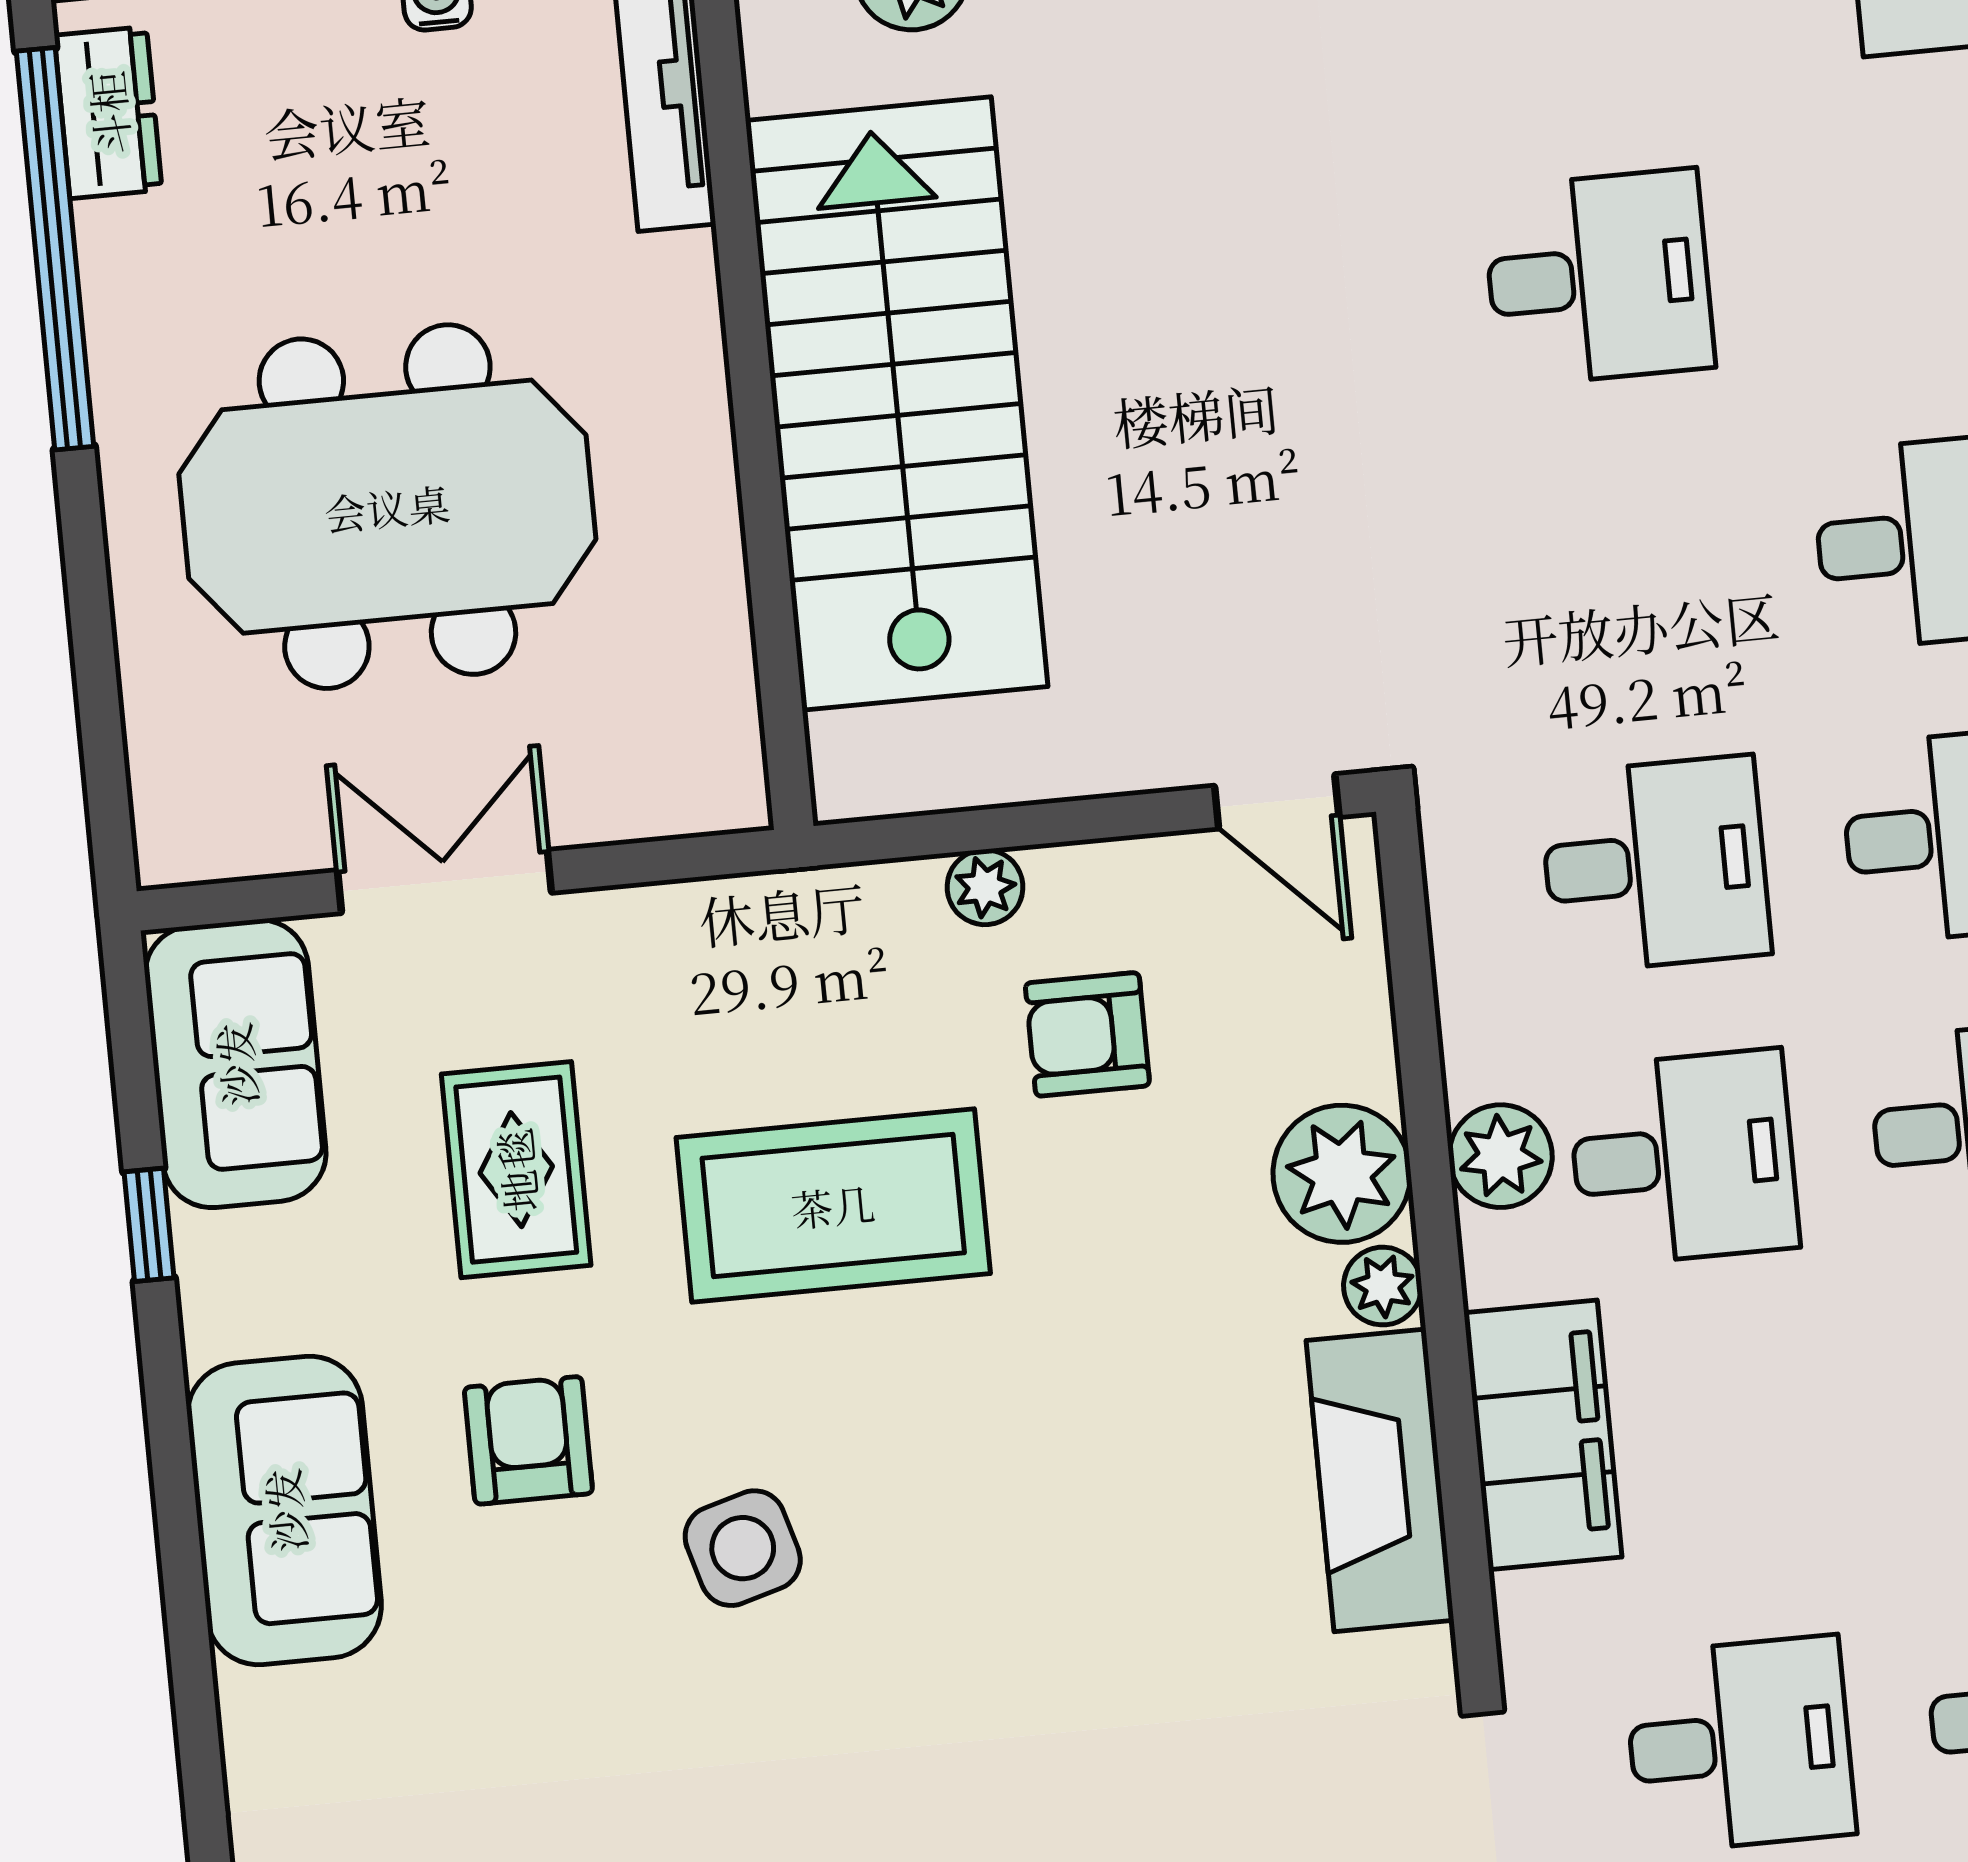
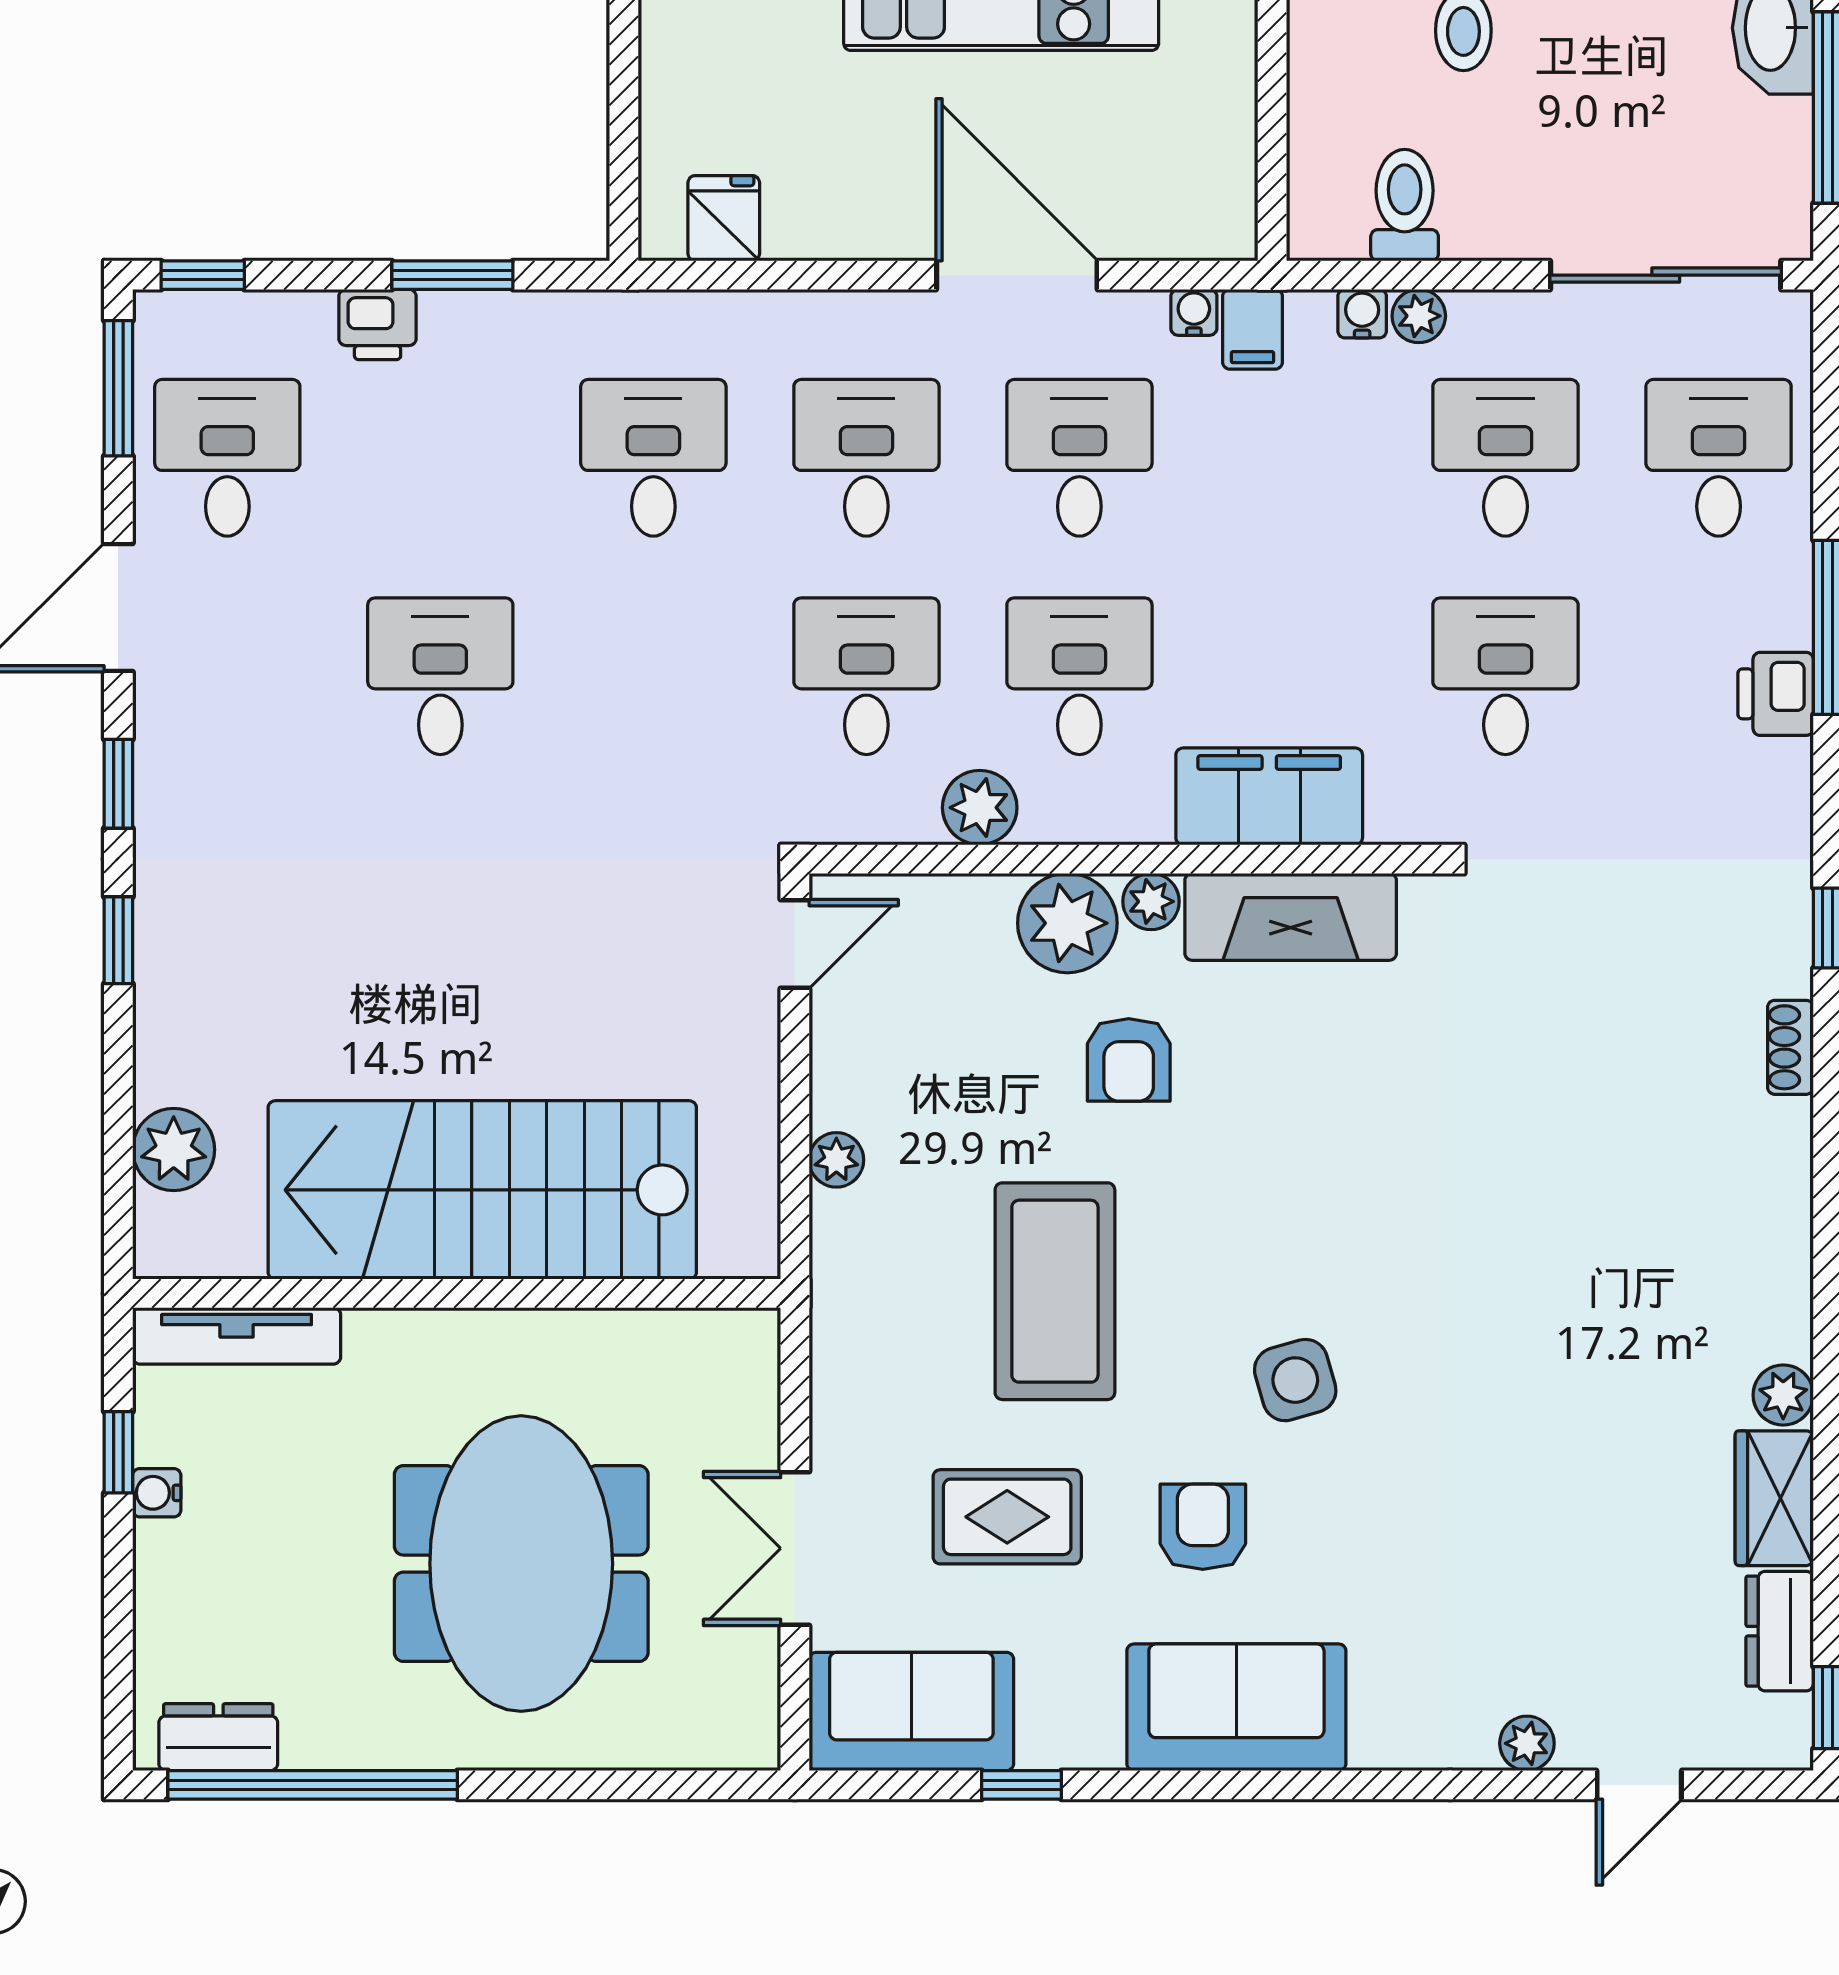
armchair: (1087, 1034) -> (1129, 1060), moved
plant: (1501, 1156) -> (980, 808), moved
armchair: (528, 1440) -> (1203, 1527), turned 90

